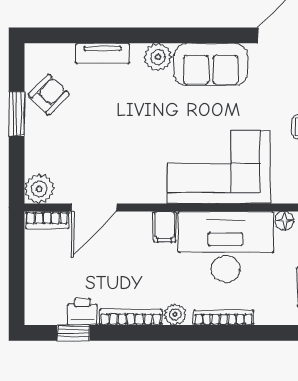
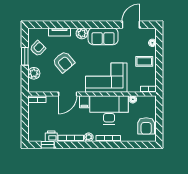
armchair: (113, 128) -> (64, 62), added
plant: (39, 189) -> (34, 73), moved
door: (94, 208) -> (68, 94), moved

